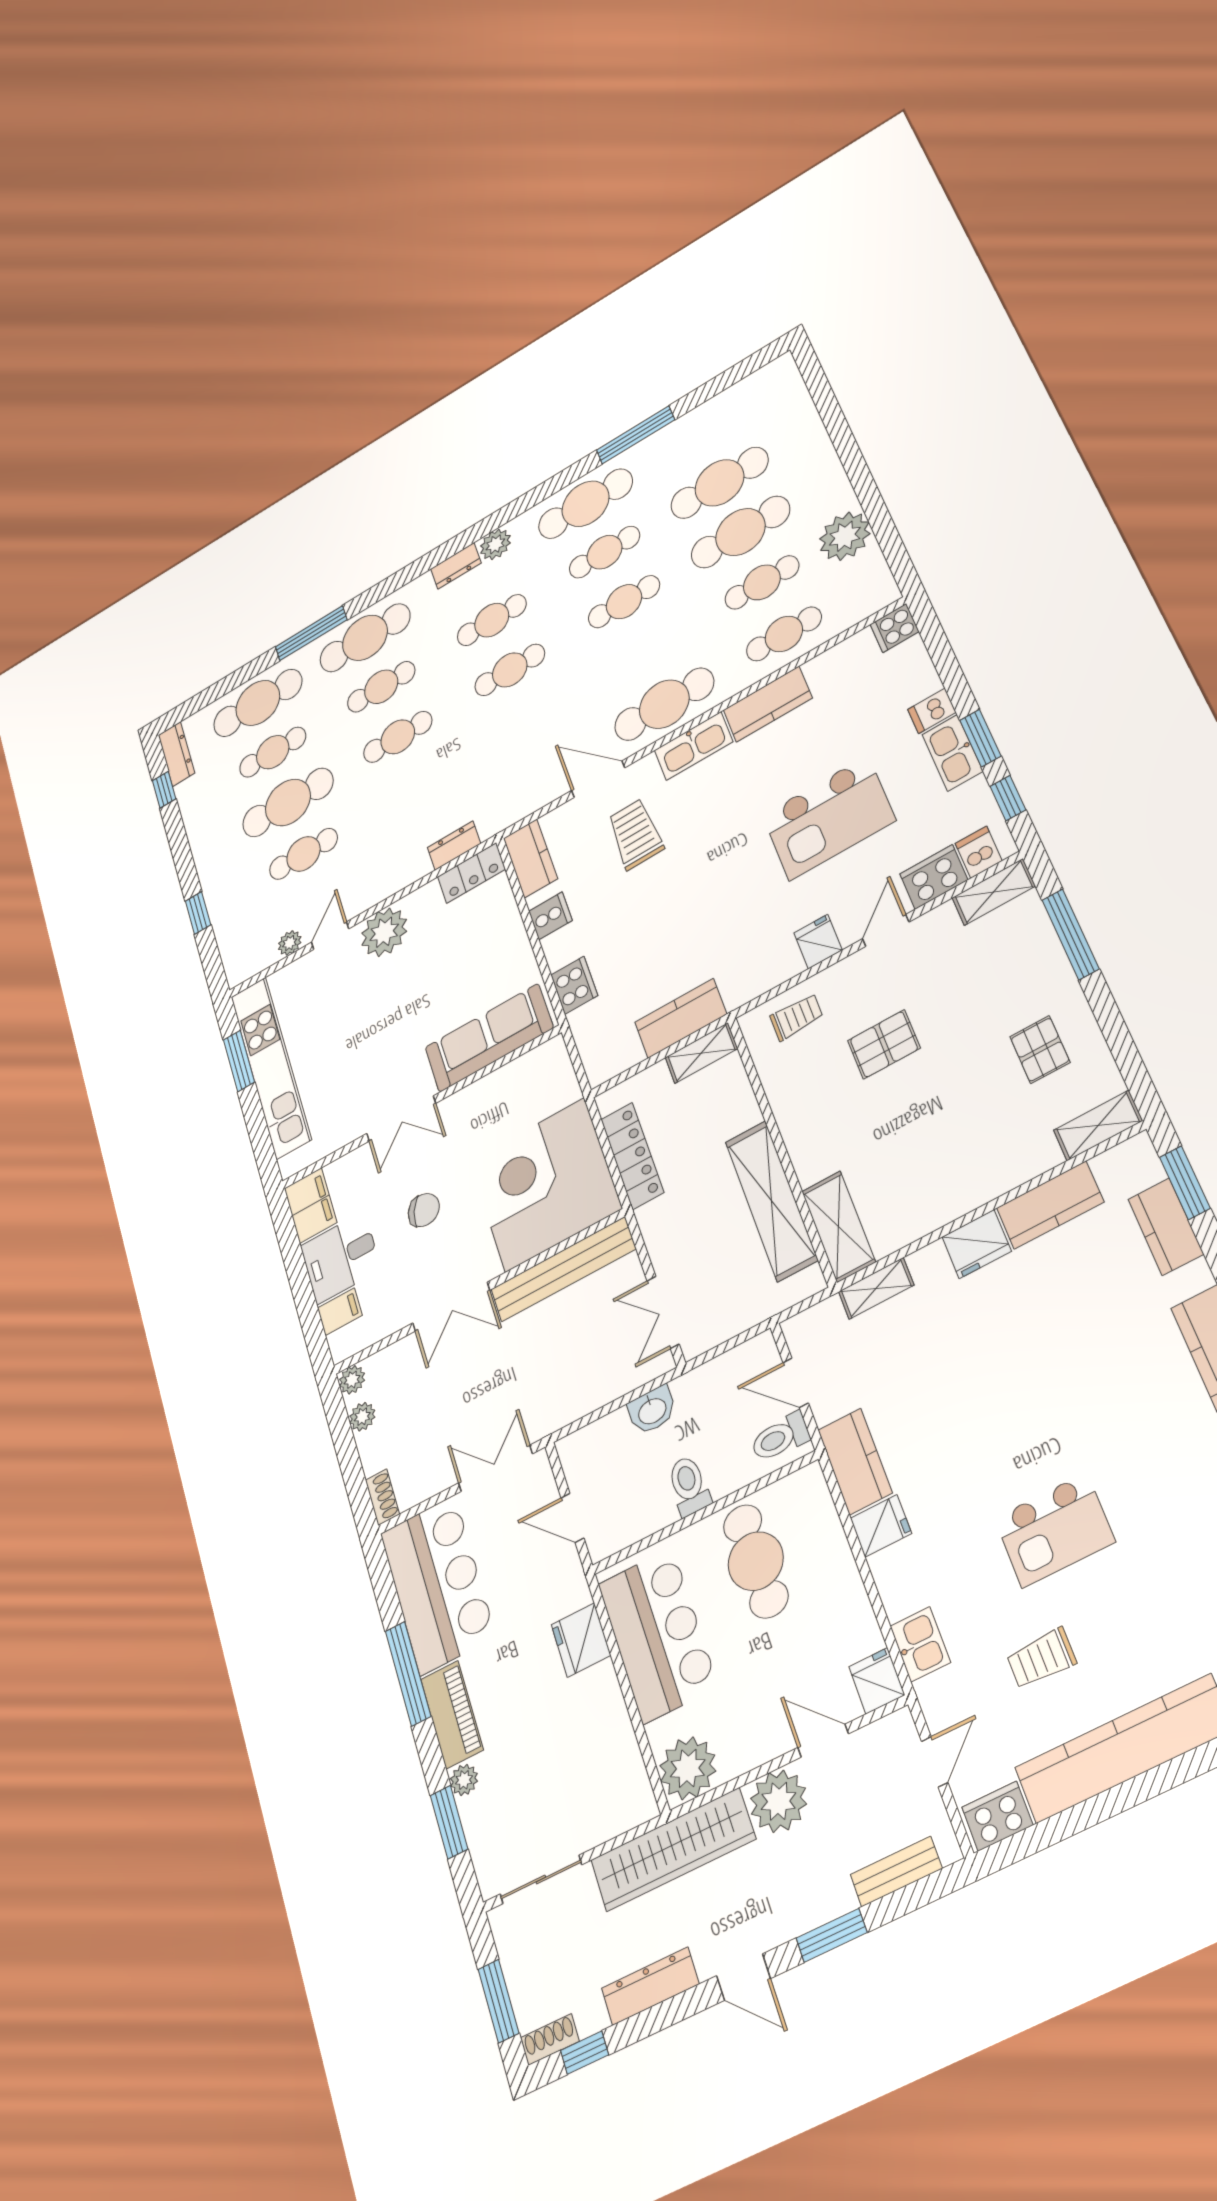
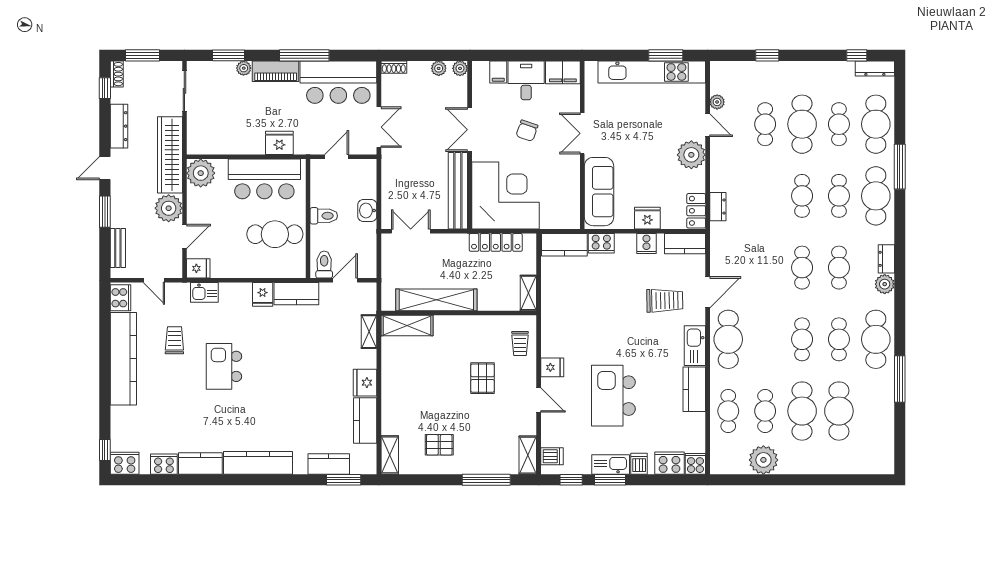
cooker: (934, 877) -> (669, 463), moved, turned -90
fridge: (508, 939) -> (647, 218), added
kitchen counter: (681, 1018) -> (564, 245), moved, turned 90

